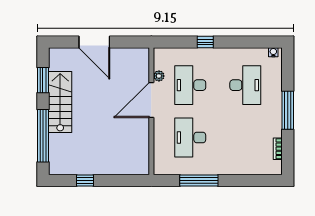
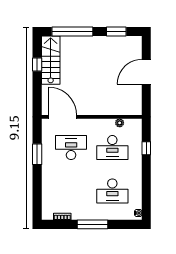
window: (205, 42) -> (146, 148), moved
desk: (190, 85) -> (112, 148), turned 180
door: (151, 100) -> (63, 117), moved
stairs: (60, 102) -> (51, 60), moved, turned -90
window: (199, 181) -> (37, 154), width x0.69

